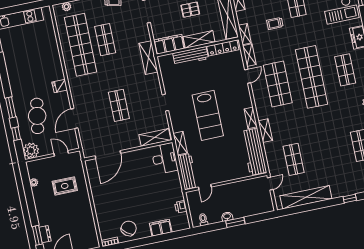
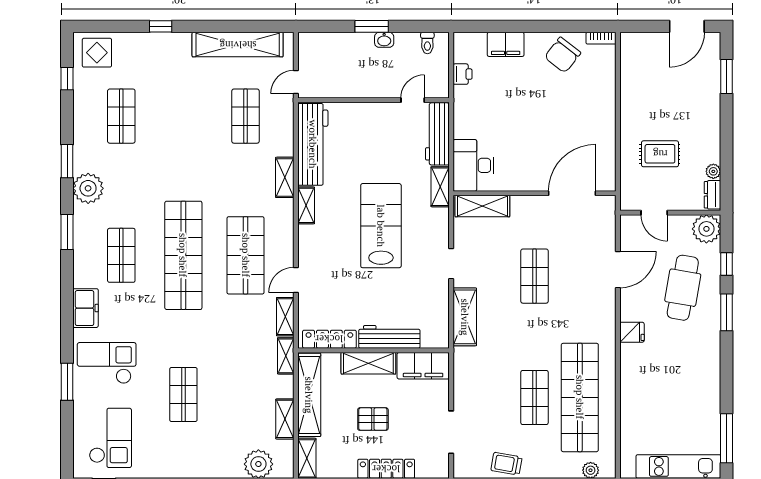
trolley: (275, 24) -> (228, 363), removed
shelving: (148, 58) -> (465, 317), moved
dresser: (45, 234) -> (713, 195), moved

